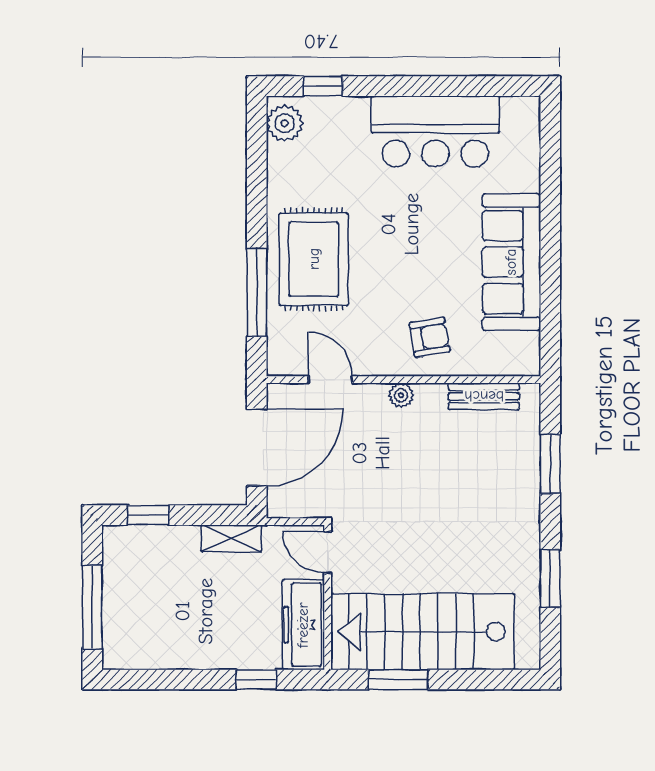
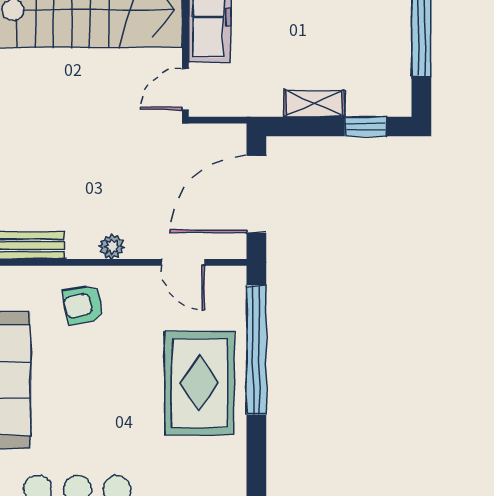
window: (257, 292) -> (256, 350), width x1.46
shelving: (231, 538) -> (314, 103), moved
door: (328, 552) -> (185, 89), swing flipped

